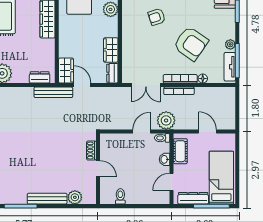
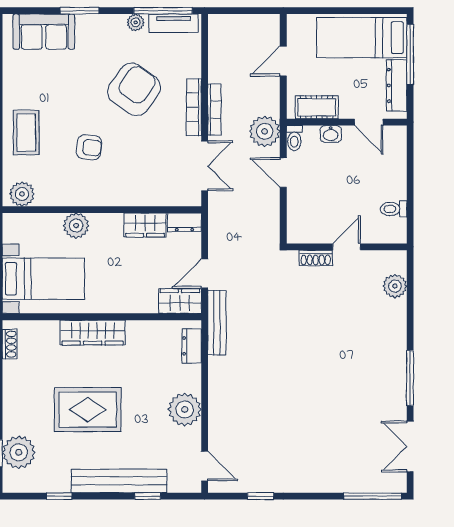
armchair: (157, 17) -> (89, 147), turned -65
floor lamp: (203, 79) -> (193, 69), removed
bench: (47, 199) -> (397, 333), removed

